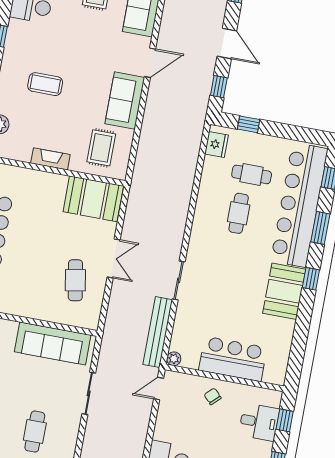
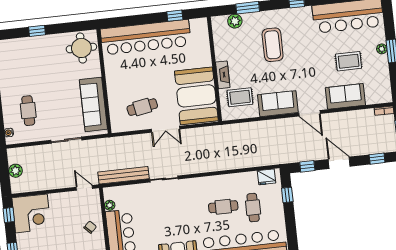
door: (227, 43) -> (339, 163), swing flipped
coffee table: (45, 84) -> (273, 45), width x1.36, depth x1.32
fireplace: (50, 159) -> (223, 75), moved
booth: (93, 199) -> (196, 96), width x1.36, depth x1.42
plant: (174, 359) -> (110, 205), moved
cafe table: (35, 432) -> (28, 111), turned 90

